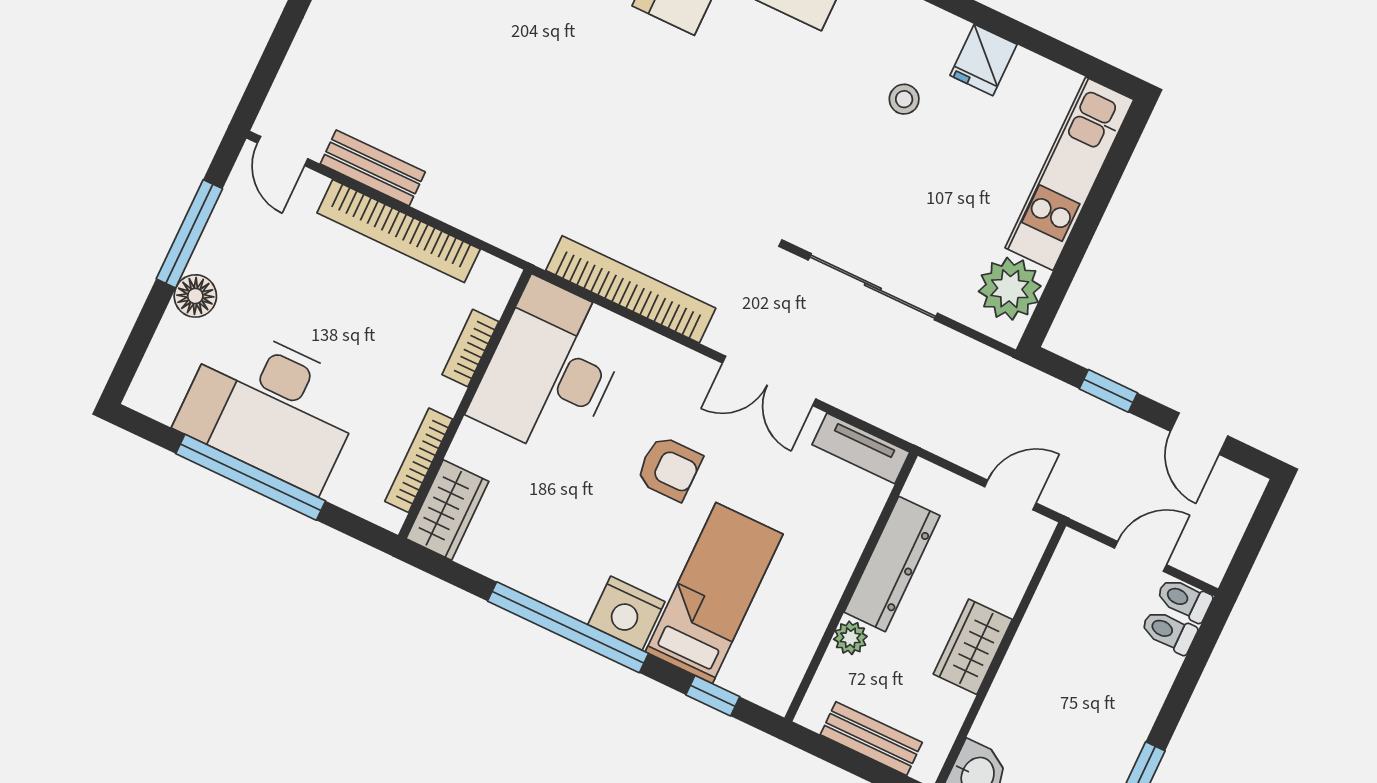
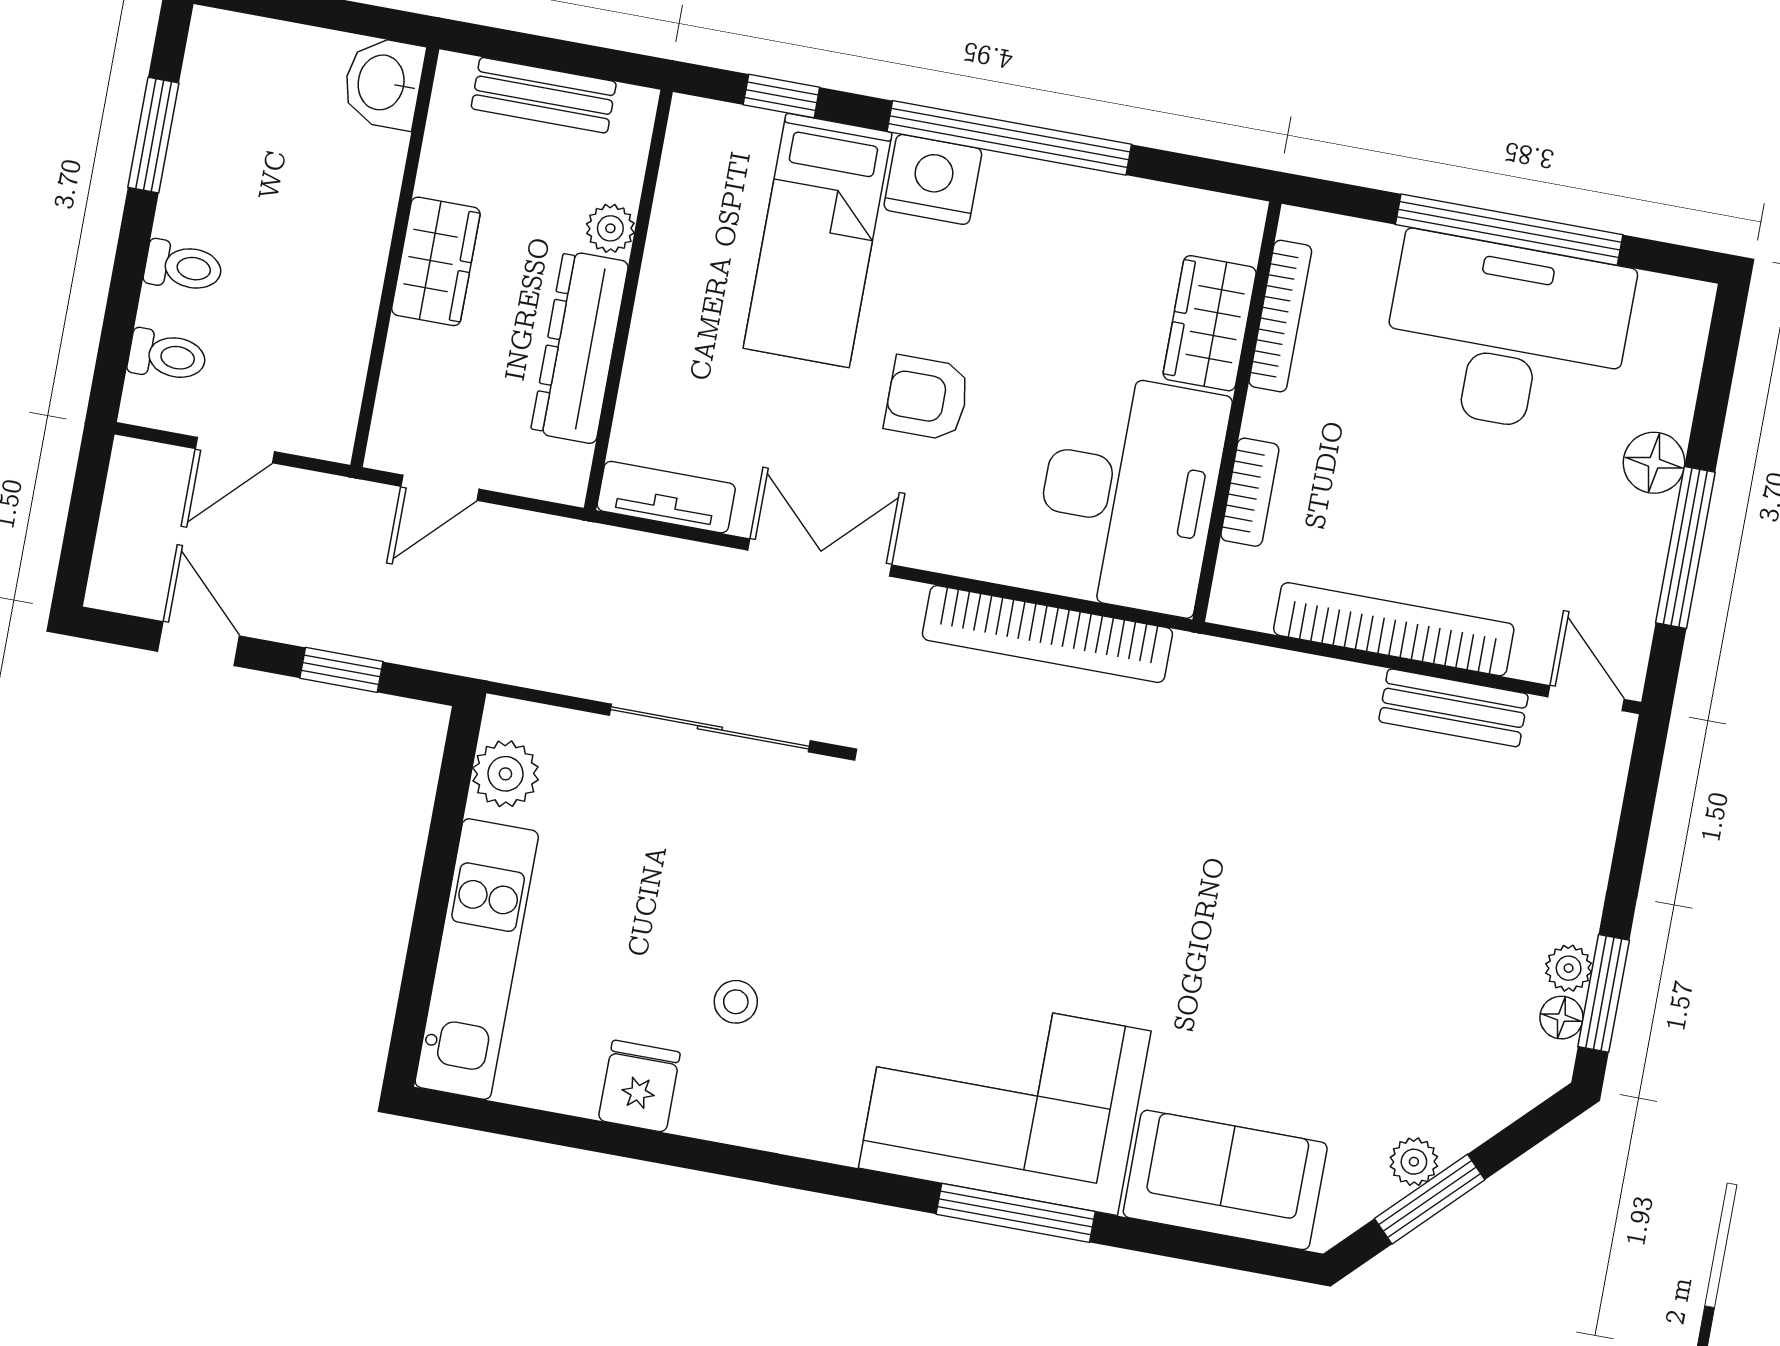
plant: (1010, 289) -> (505, 774), width x0.73, depth x0.73
wardrobe: (447, 510) -> (1210, 323), moved
toilet: (1184, 599) -> (183, 267), moved

